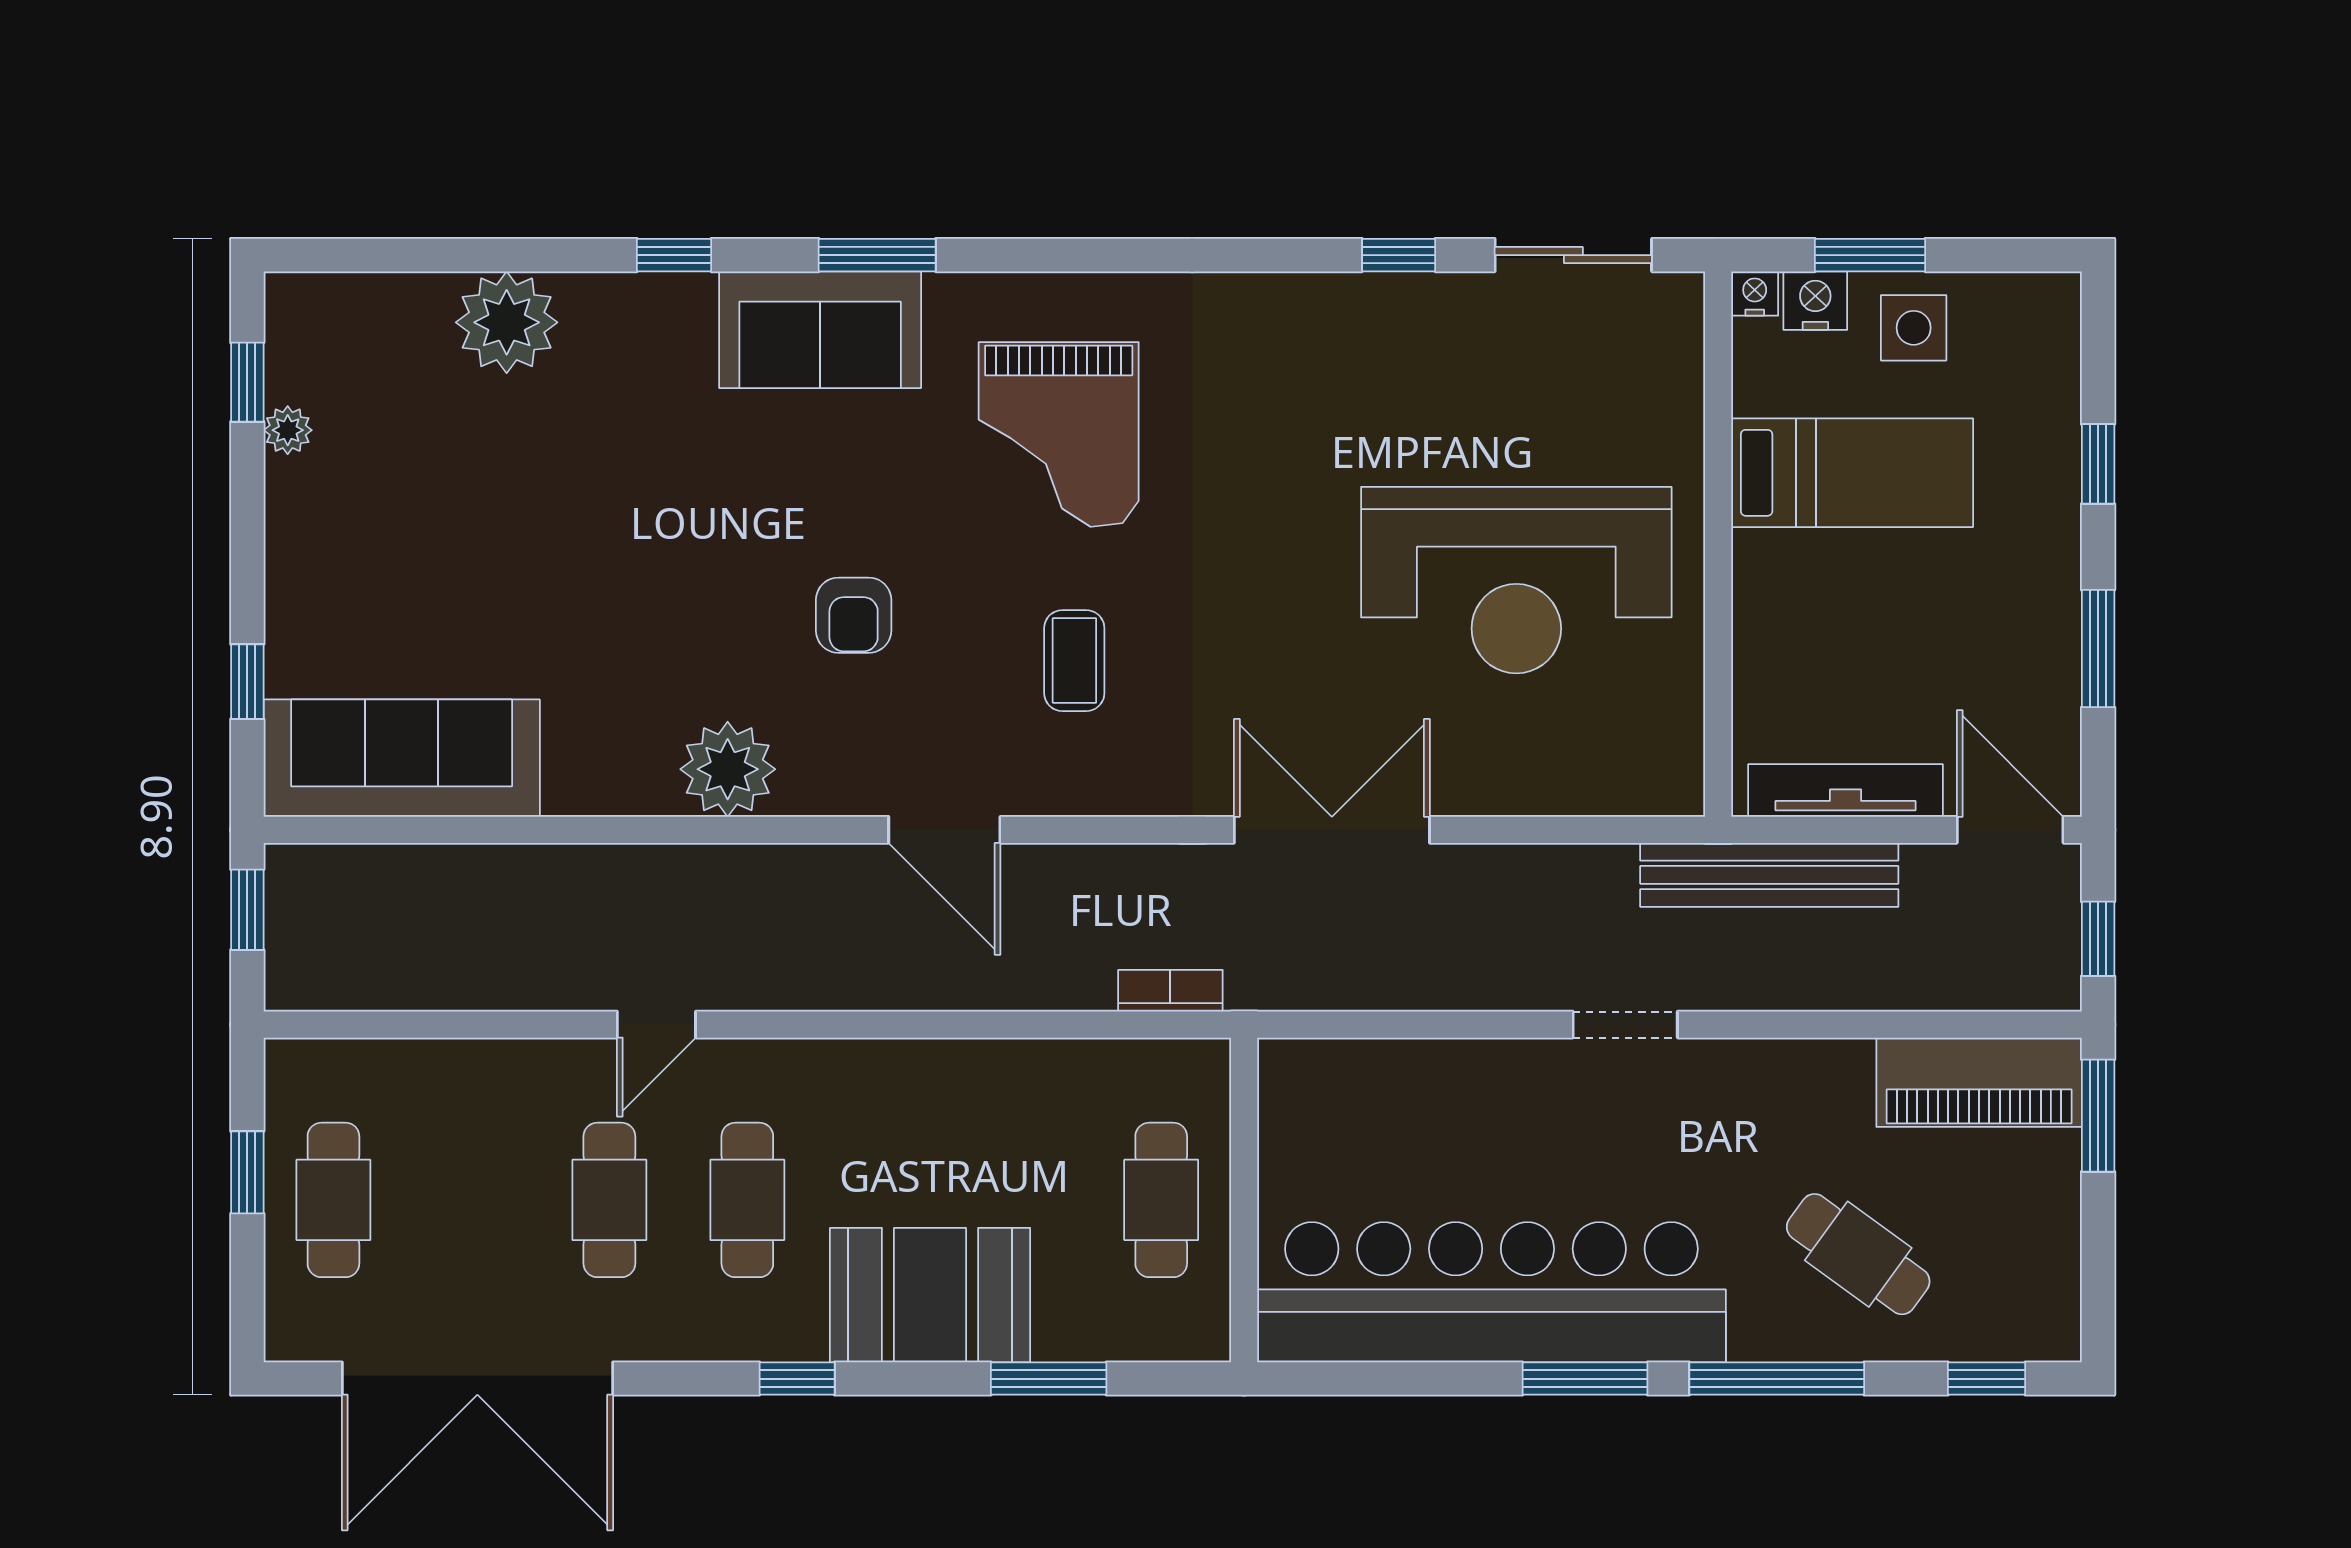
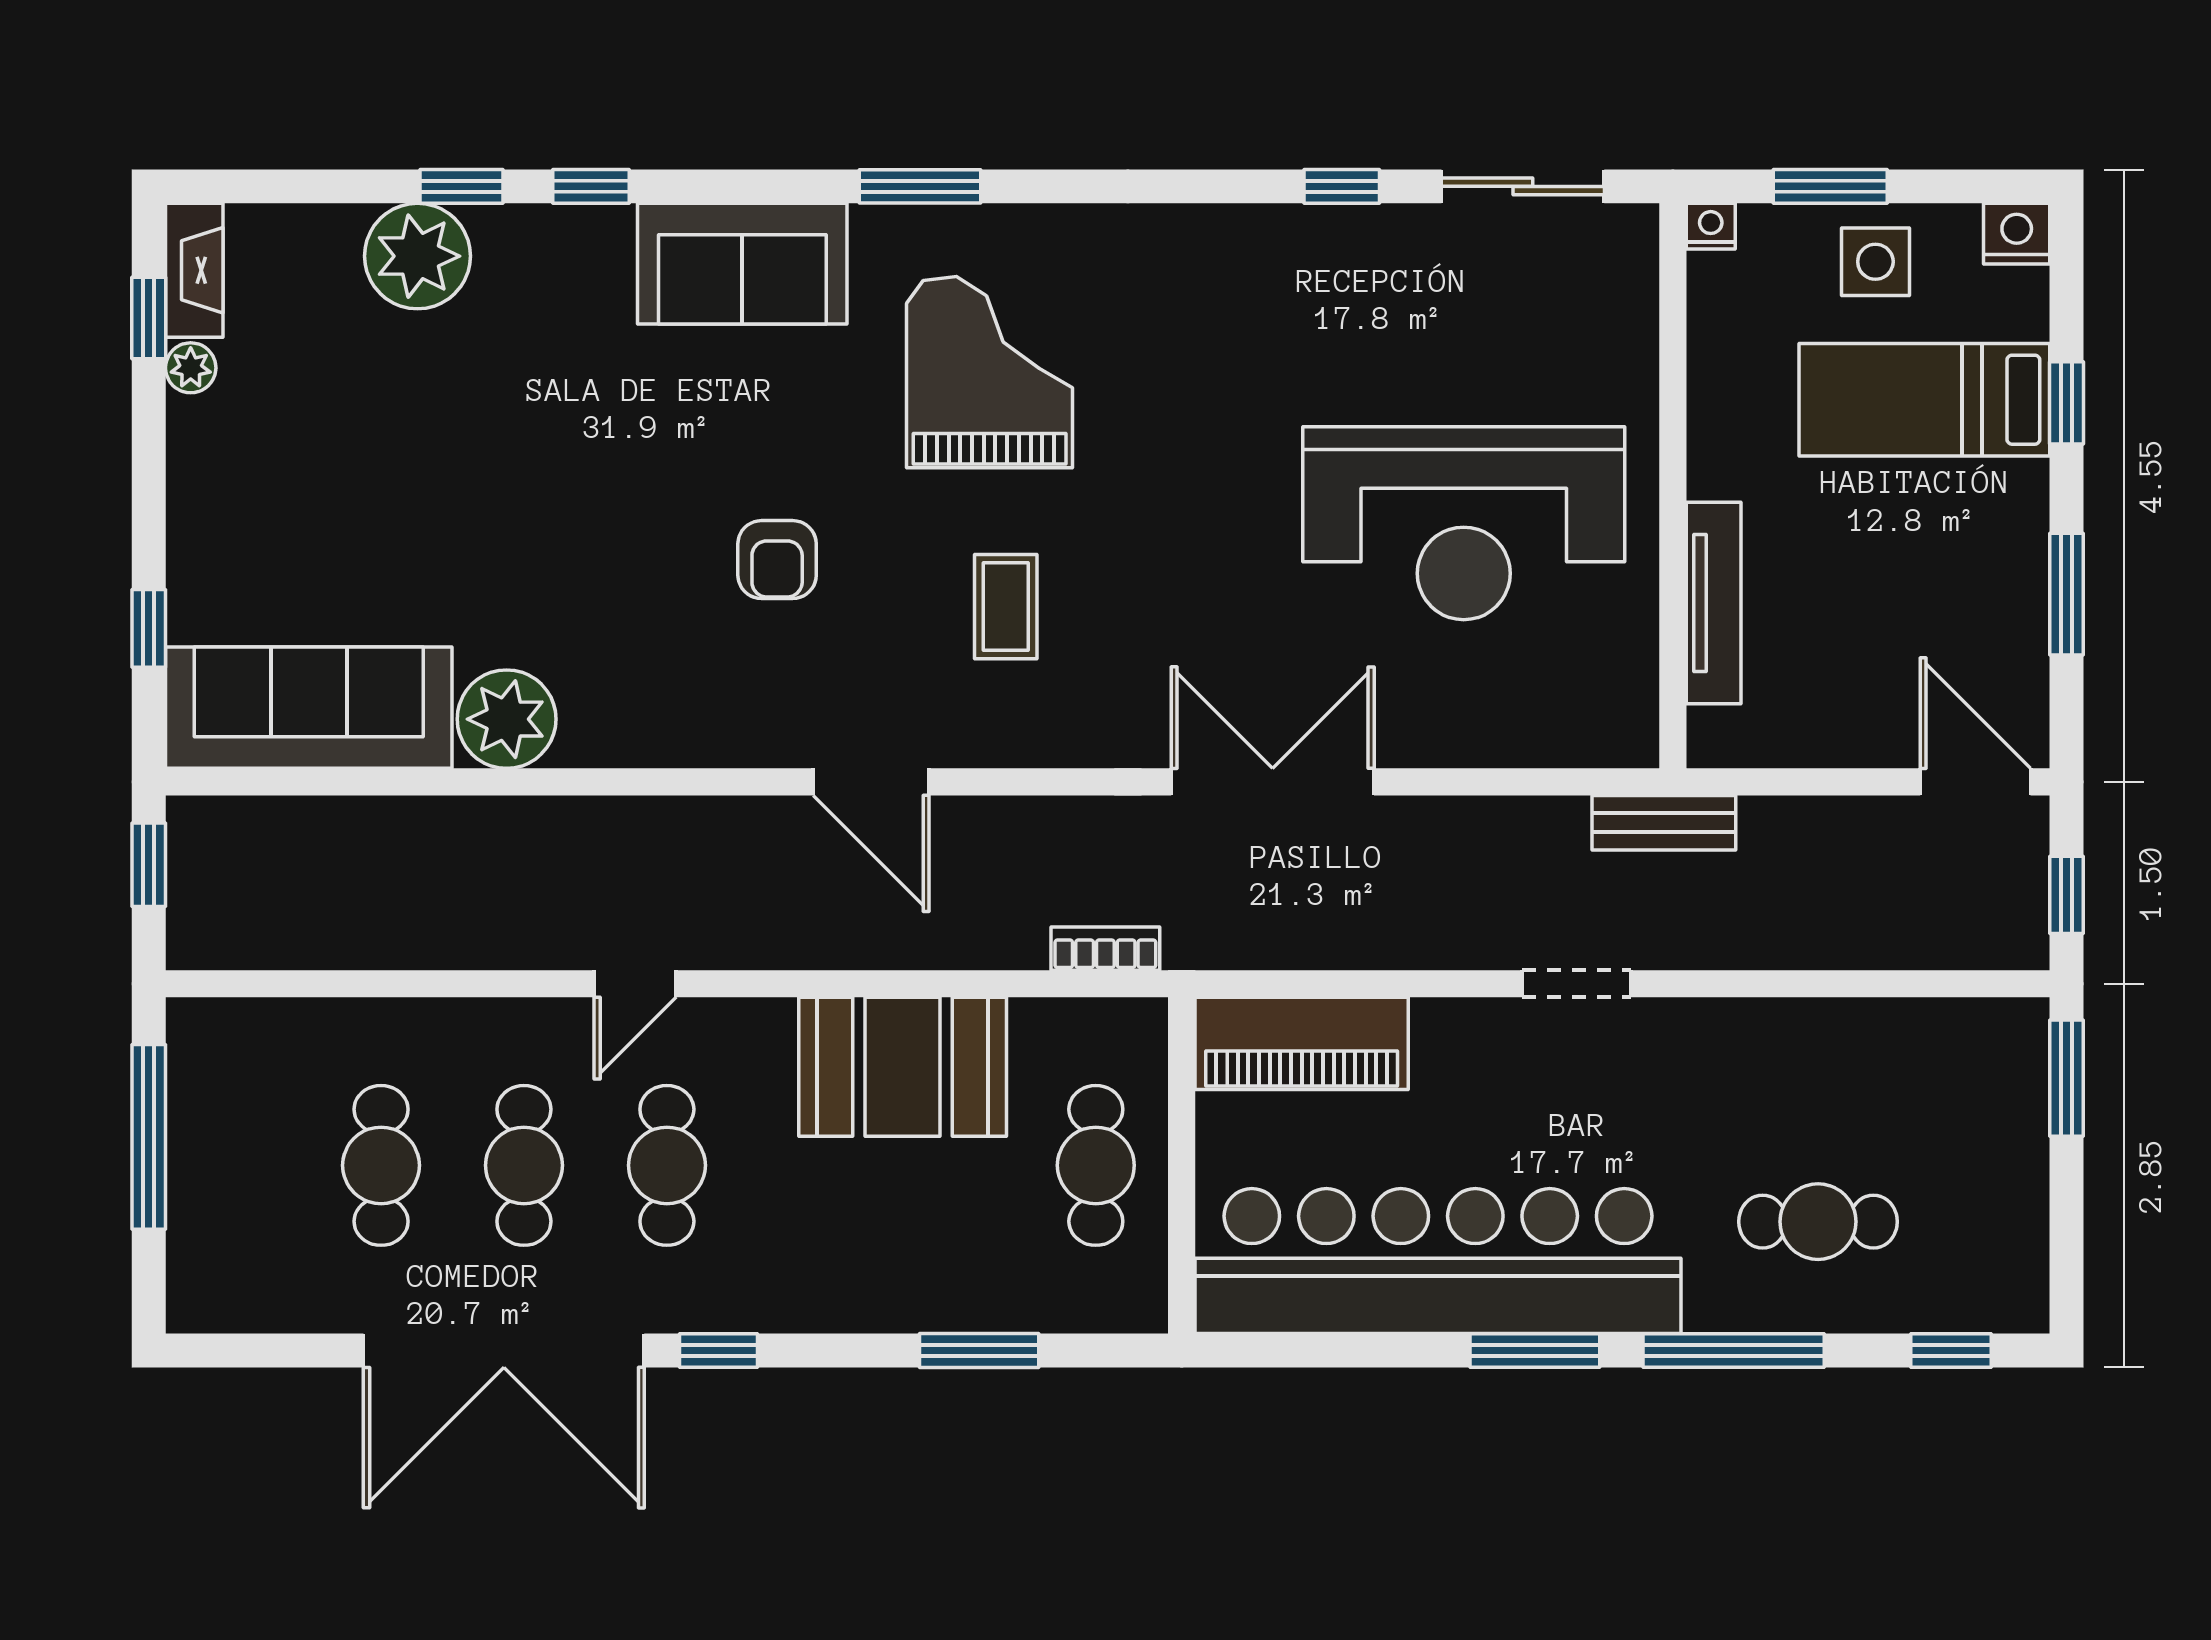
window: (549, 255) -> (461, 186), added
window: (877, 255) -> (920, 186), moved
nightstand: (1815, 301) -> (2017, 234), moved
fireplace: (291, 336) -> (194, 270), added
grand piano: (1059, 434) -> (990, 372), turned 180
bed: (1852, 473) -> (1924, 400), moved, turned 180
plant: (728, 769) -> (507, 719), moved
tv unit: (1846, 790) -> (1714, 603), moved, turned 90
bench: (1769, 875) -> (1664, 823), width x0.54, depth x0.82
door: (656, 1025) -> (635, 984), moved
piano: (1979, 1082) -> (1302, 1043), moved
window: (247, 1172) -> (149, 1137), width x2.17
cafe table: (333, 1200) -> (381, 1165), moved
cafe table: (1858, 1254) -> (1818, 1222), turned -36
booth: (930, 1295) -> (903, 1067), moved
double door: (477, 1379) -> (504, 1350), moved

